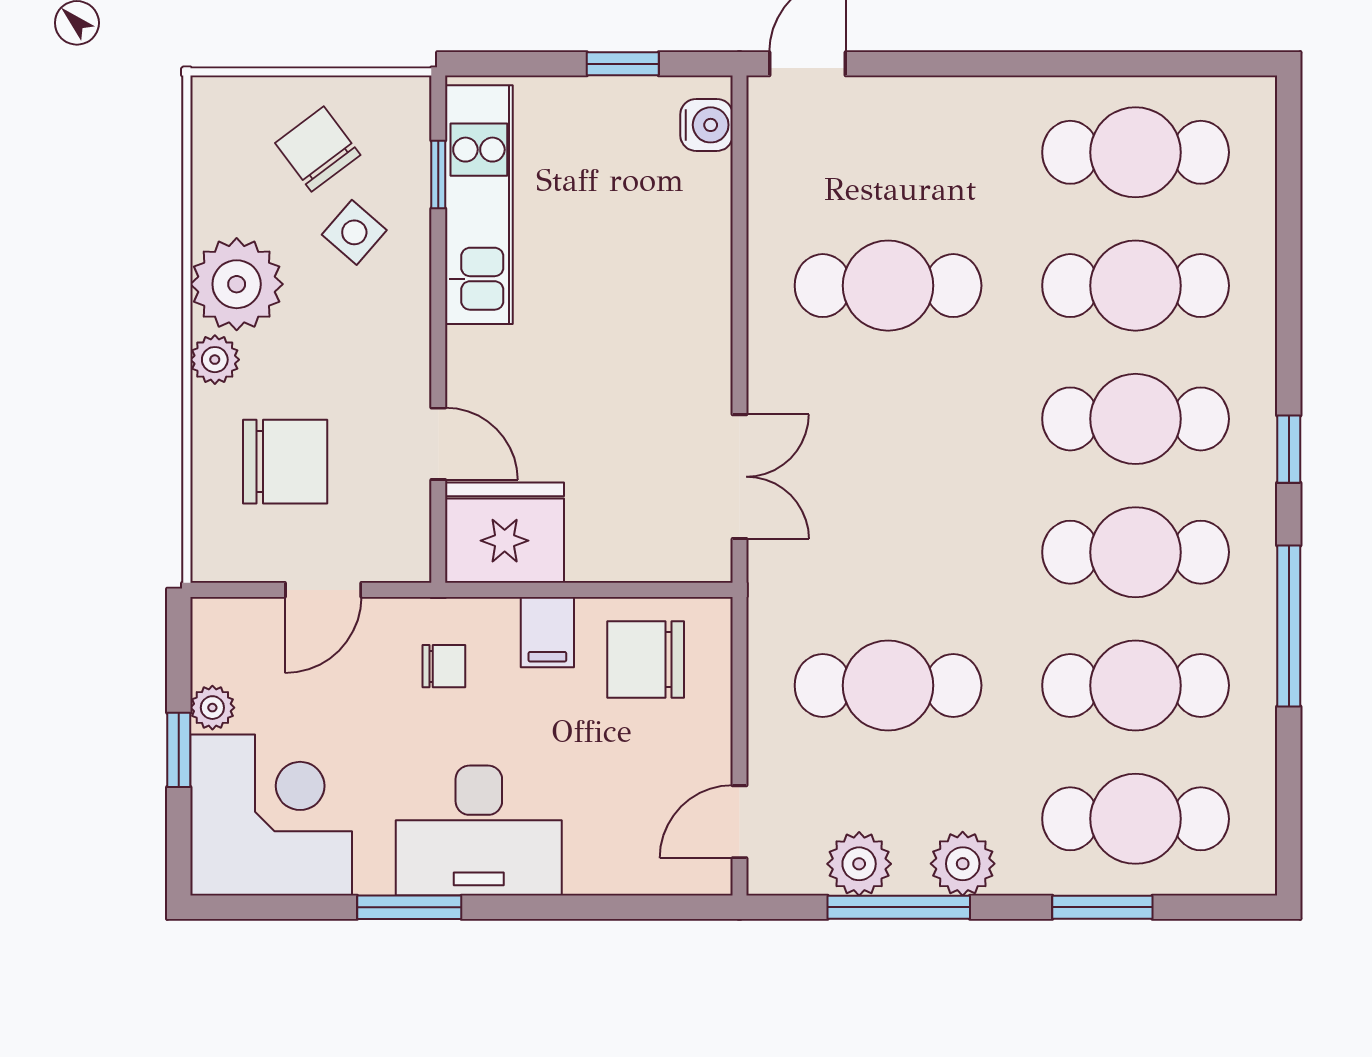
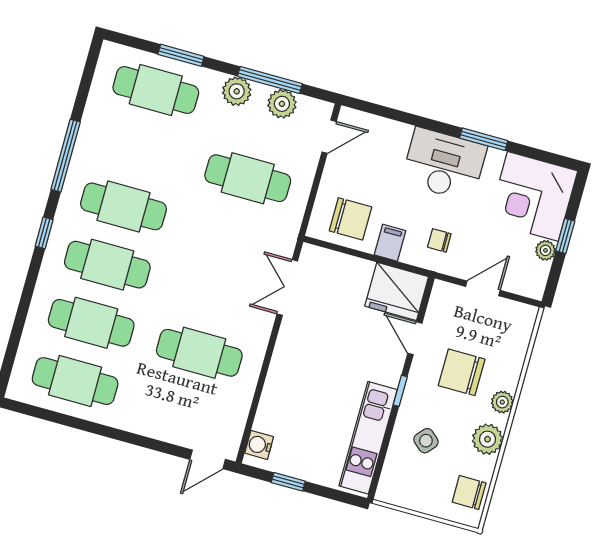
chair: (318, 149) -> (469, 493), moved, turned 127
window: (438, 175) -> (400, 391), moved
plant: (237, 284) -> (488, 439), width x0.73, depth x0.73
chair: (285, 462) -> (462, 372), moved
cafe table: (1136, 685) -> (140, 148), removed

